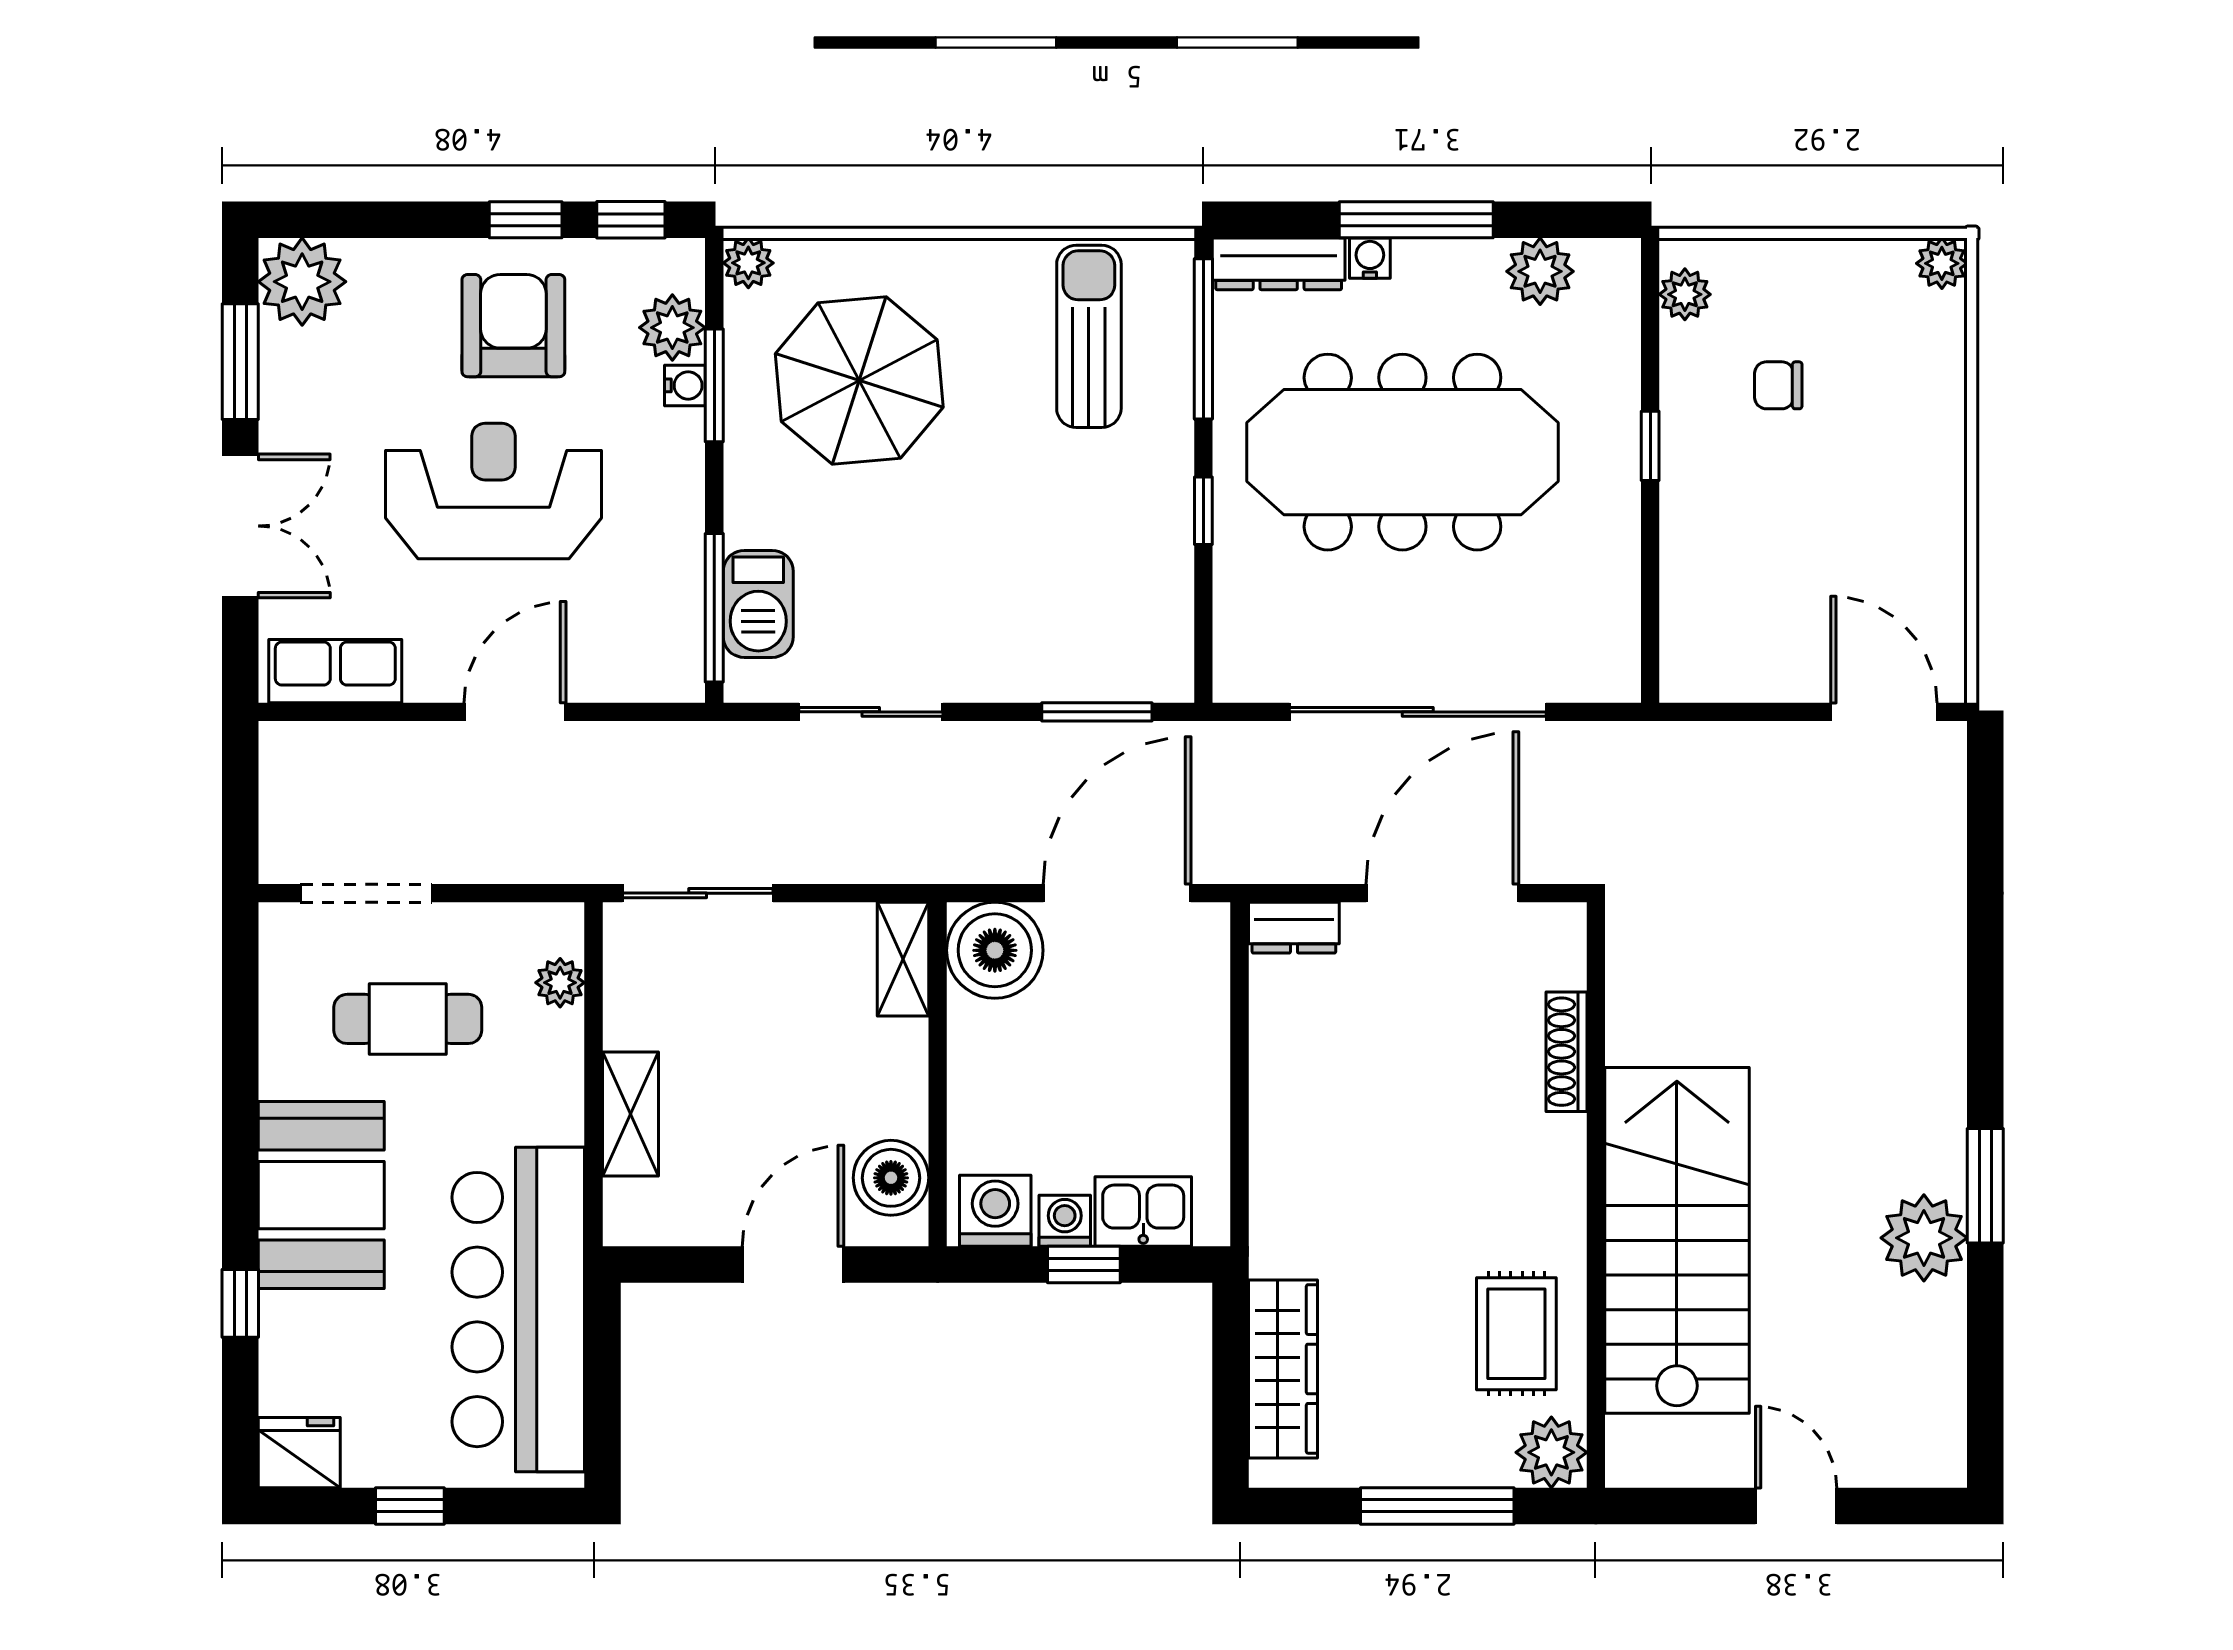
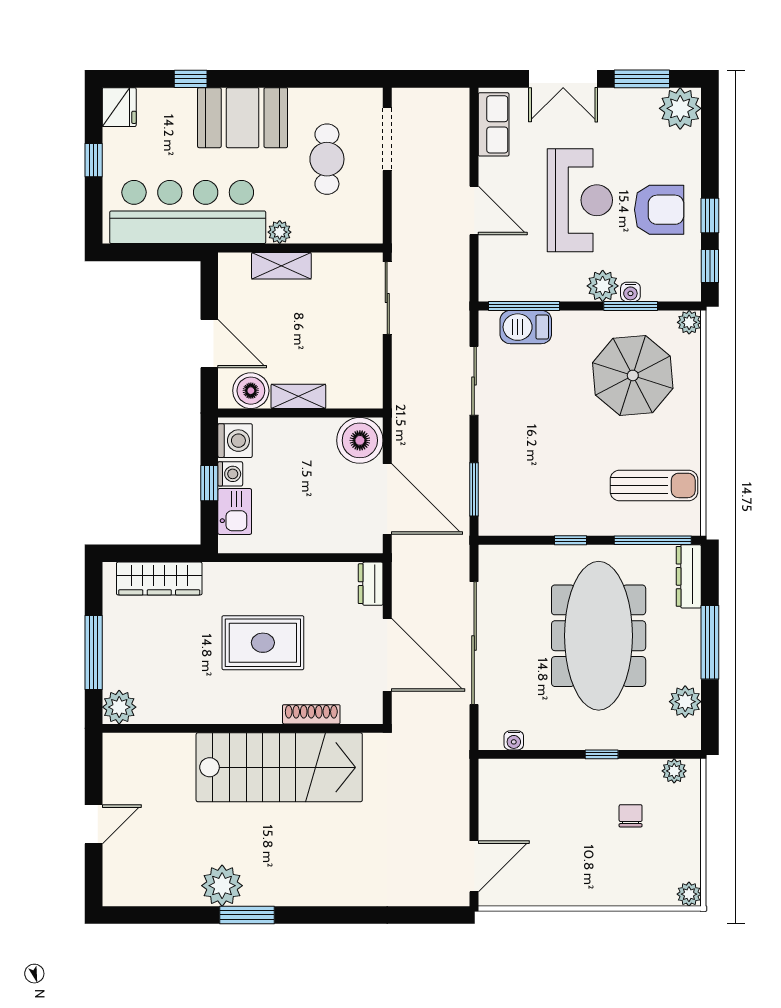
water cooler: (1370, 258) -> (514, 740), moved, turned 90
plant: (672, 328) -> (603, 286), moved
shelving: (903, 959) -> (298, 396), moved
plant: (560, 983) -> (280, 232), moved
stairs: (1677, 1240) -> (279, 767), moved
rug: (1516, 1334) -> (263, 643), moved, width x1.36, depth x1.43

